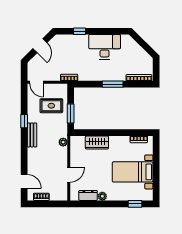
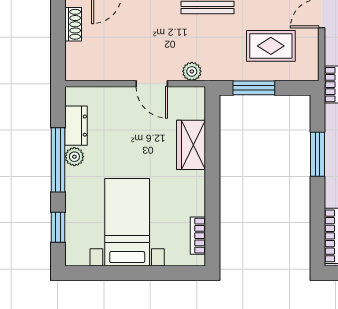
window: (113, 84) -> (318, 154), moved
rug: (51, 106) -> (271, 46), turned 90
door: (69, 175) -> (152, 84), moved
window: (104, 204) -> (58, 160), added

